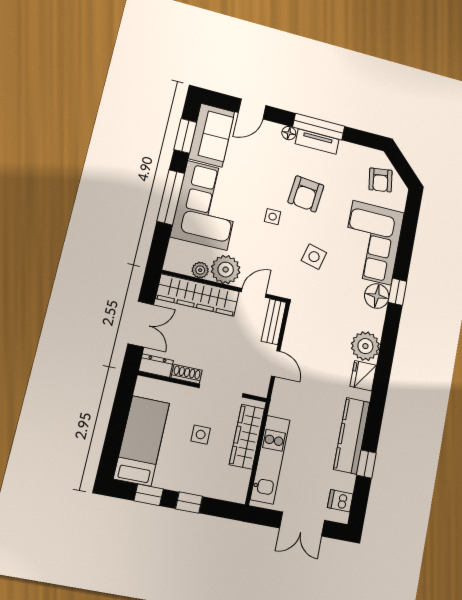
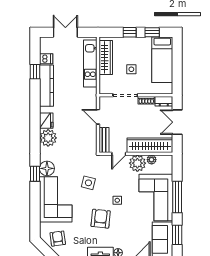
wardrobe: (247, 437) -> (106, 57), moved
dishwasher: (340, 501) -> (46, 59), moved

